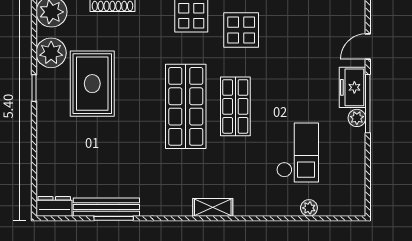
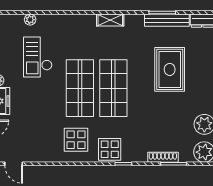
rug: (92, 84) -> (170, 69), moved
shop shelf: (235, 106) -> (80, 88), width x1.43, depth x1.36
shelving: (213, 207) -> (110, 20), moved

